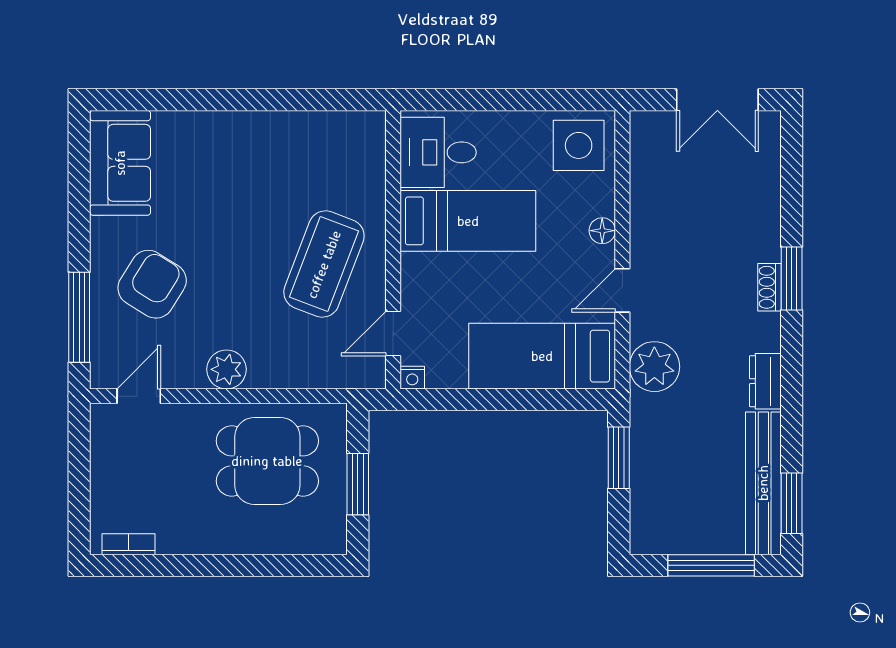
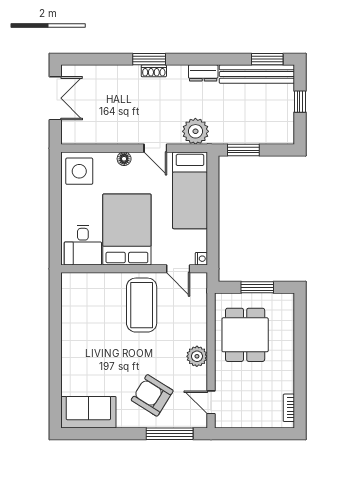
bed: (468, 221) -> (127, 229), width x1.50
coffee table: (324, 264) -> (142, 305), turned 69
window: (711, 565) -> (300, 102), width x0.46

